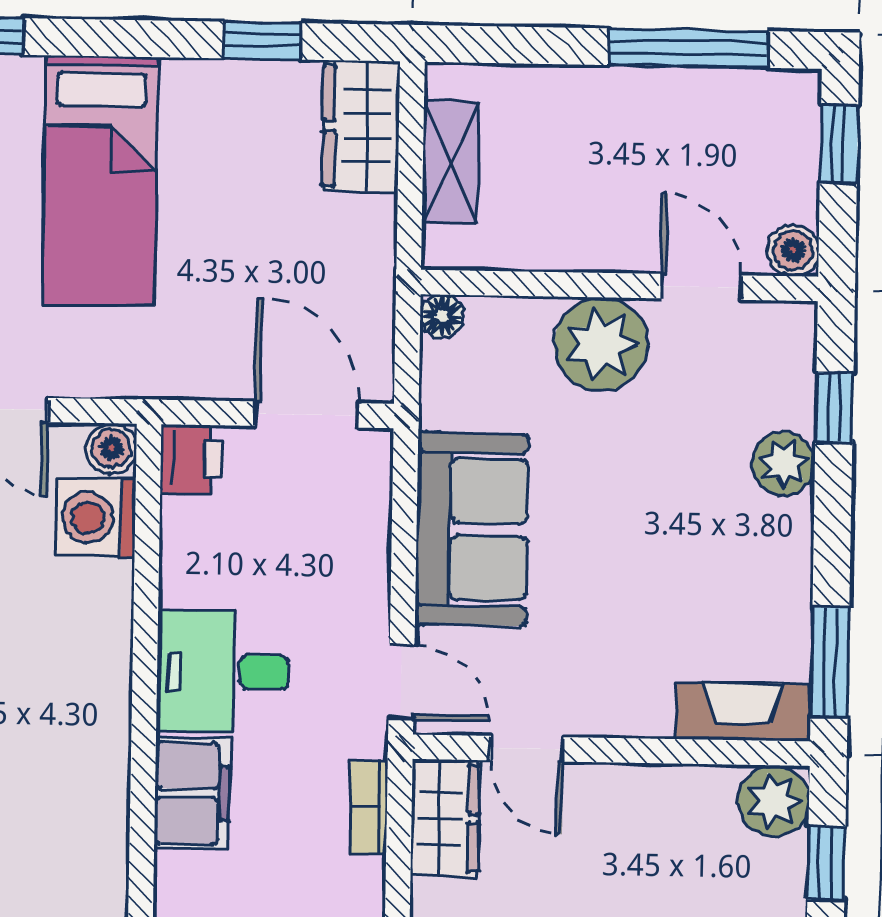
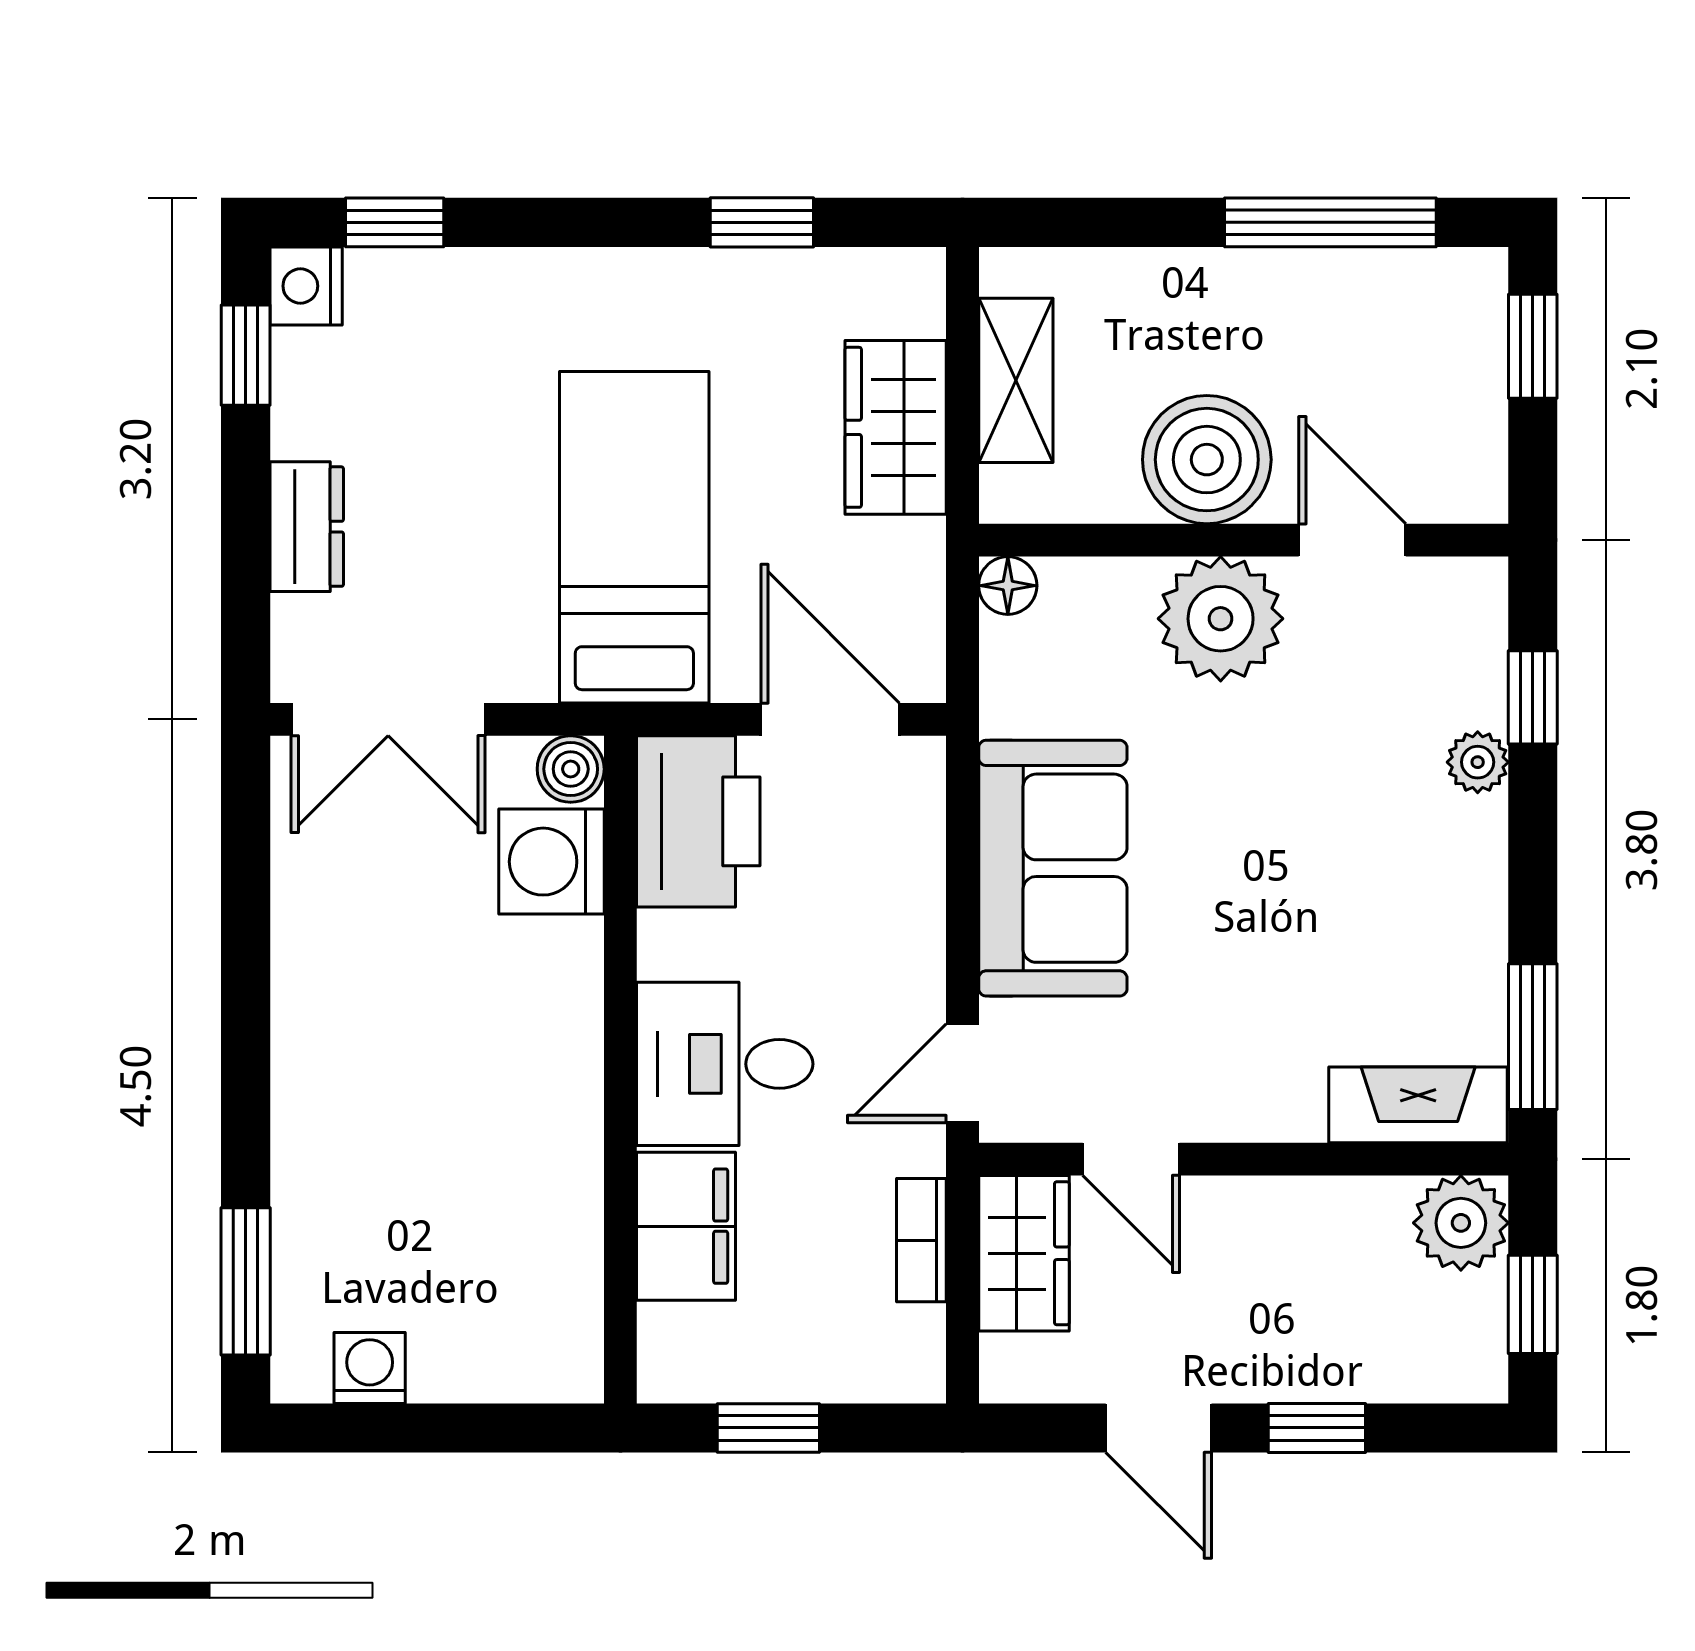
wardrobe: (361, 126) -> (896, 427), moved
bed: (100, 181) -> (634, 537), moved, turned 180
boiler: (793, 250) -> (1207, 460), moved, width x1.86, depth x1.86
printer: (192, 459) -> (698, 821), width x1.87, depth x1.48
plant: (783, 464) -> (1478, 762), width x0.73, depth x0.73
door: (401, 682) -> (963, 1073), swing flipped

